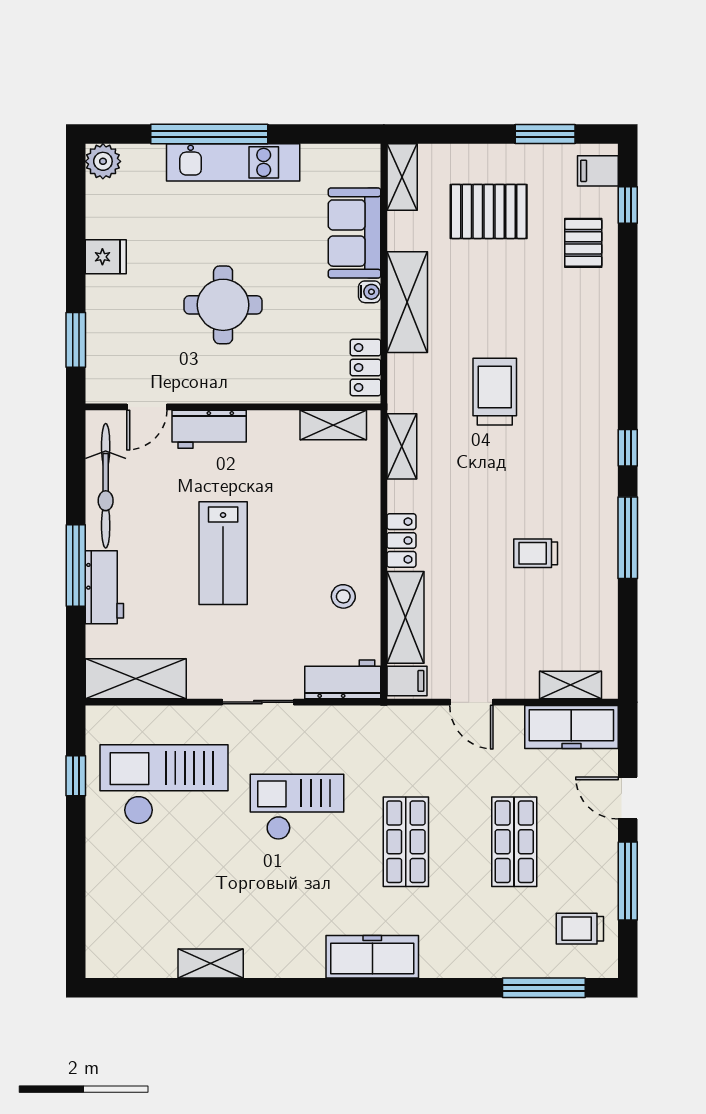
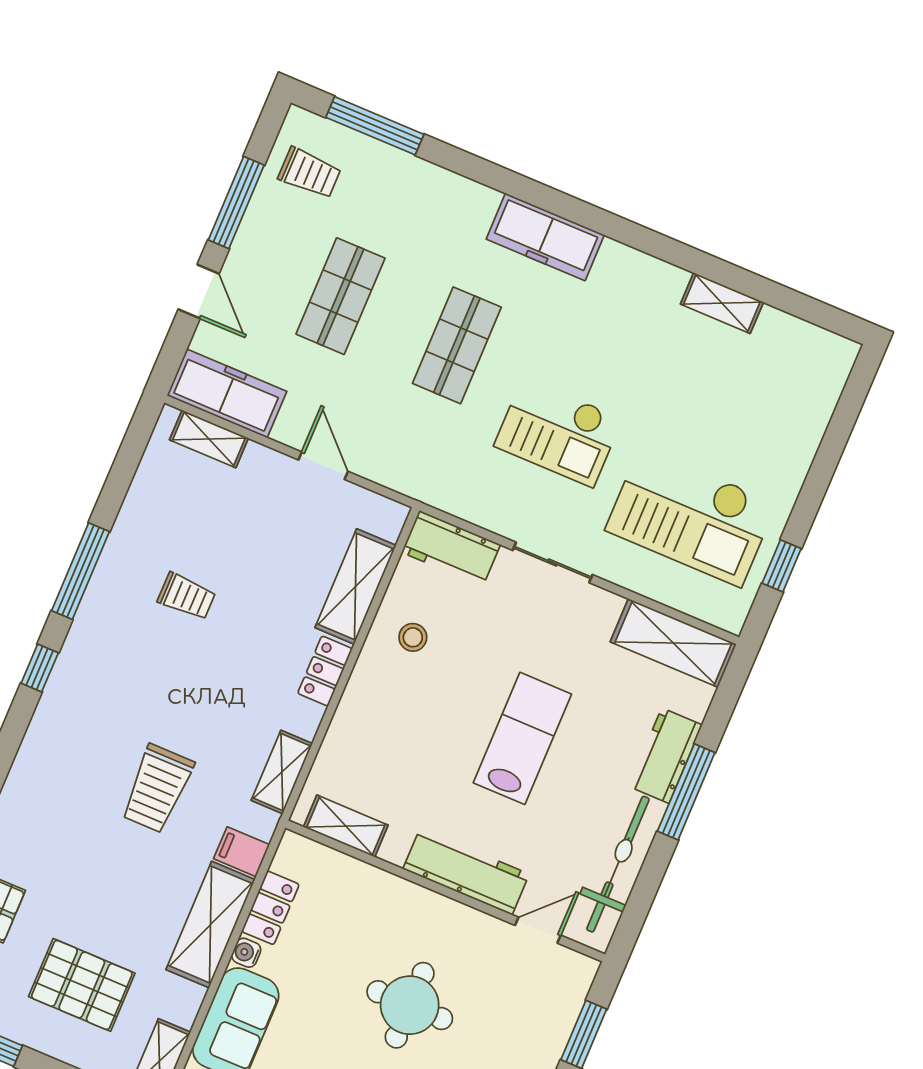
locker: (366, 368) -> (270, 908), moved
workbench: (209, 429) -> (466, 872), width x1.38
filing cabinet: (407, 681) -> (242, 852), moved

